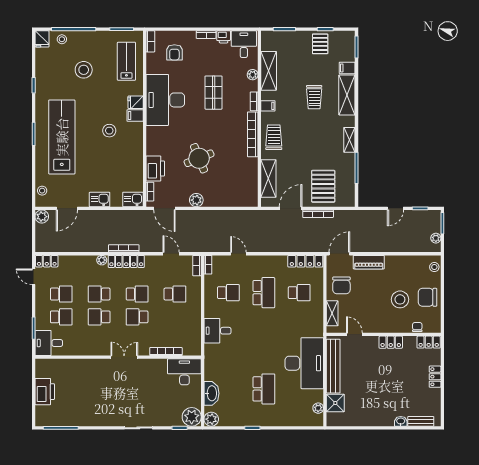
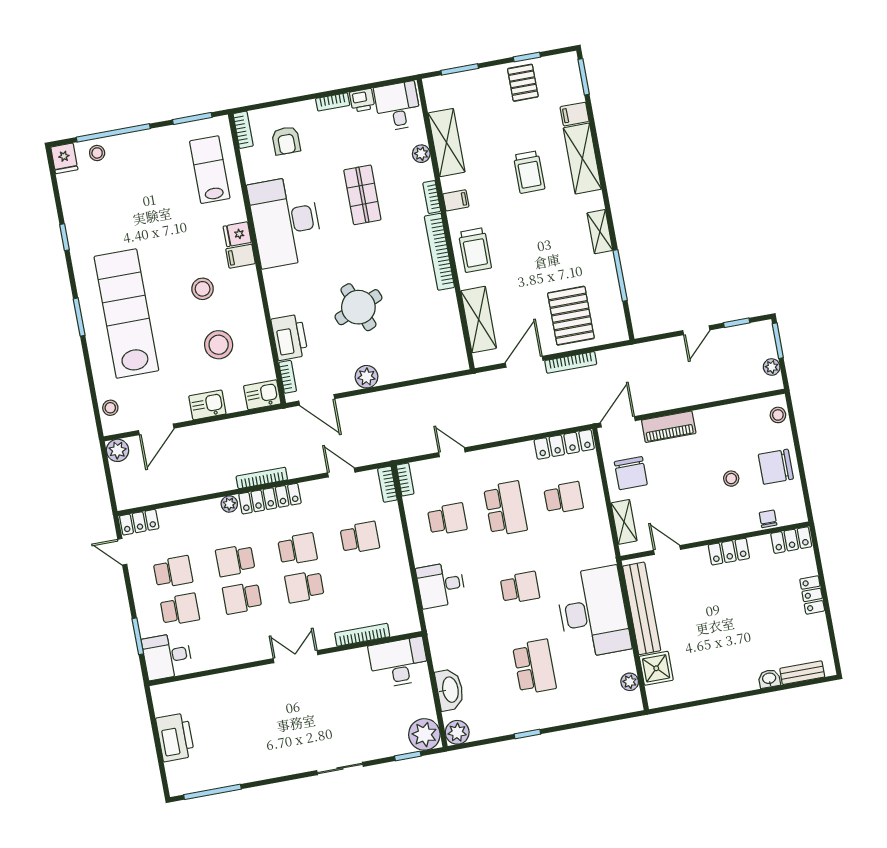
stool: (84, 70) -> (219, 345), moved
trolley: (274, 137) -> (475, 250), turned 180
stool: (400, 299) -> (731, 479), width x0.53, depth x0.53
school desk: (264, 341) -> (520, 588), added

